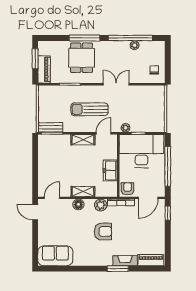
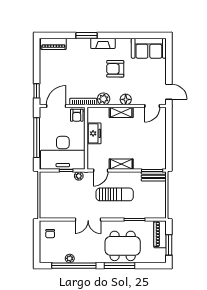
dining table: (82, 58) -> (123, 246), width x1.38
armchair: (103, 231) -> (115, 69), moved
fireplace: (125, 261) -> (103, 43), moved

